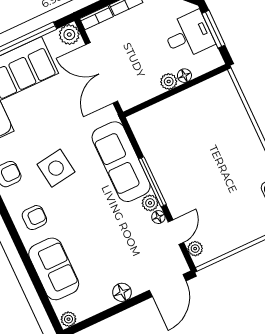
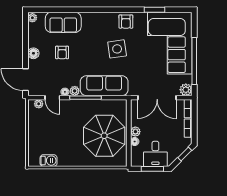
double door: (102, 73) -> (157, 98), swing flipped
parasol: (197, 126) -> (104, 136), added
armchair: (34, 218) -> (62, 52), moved

